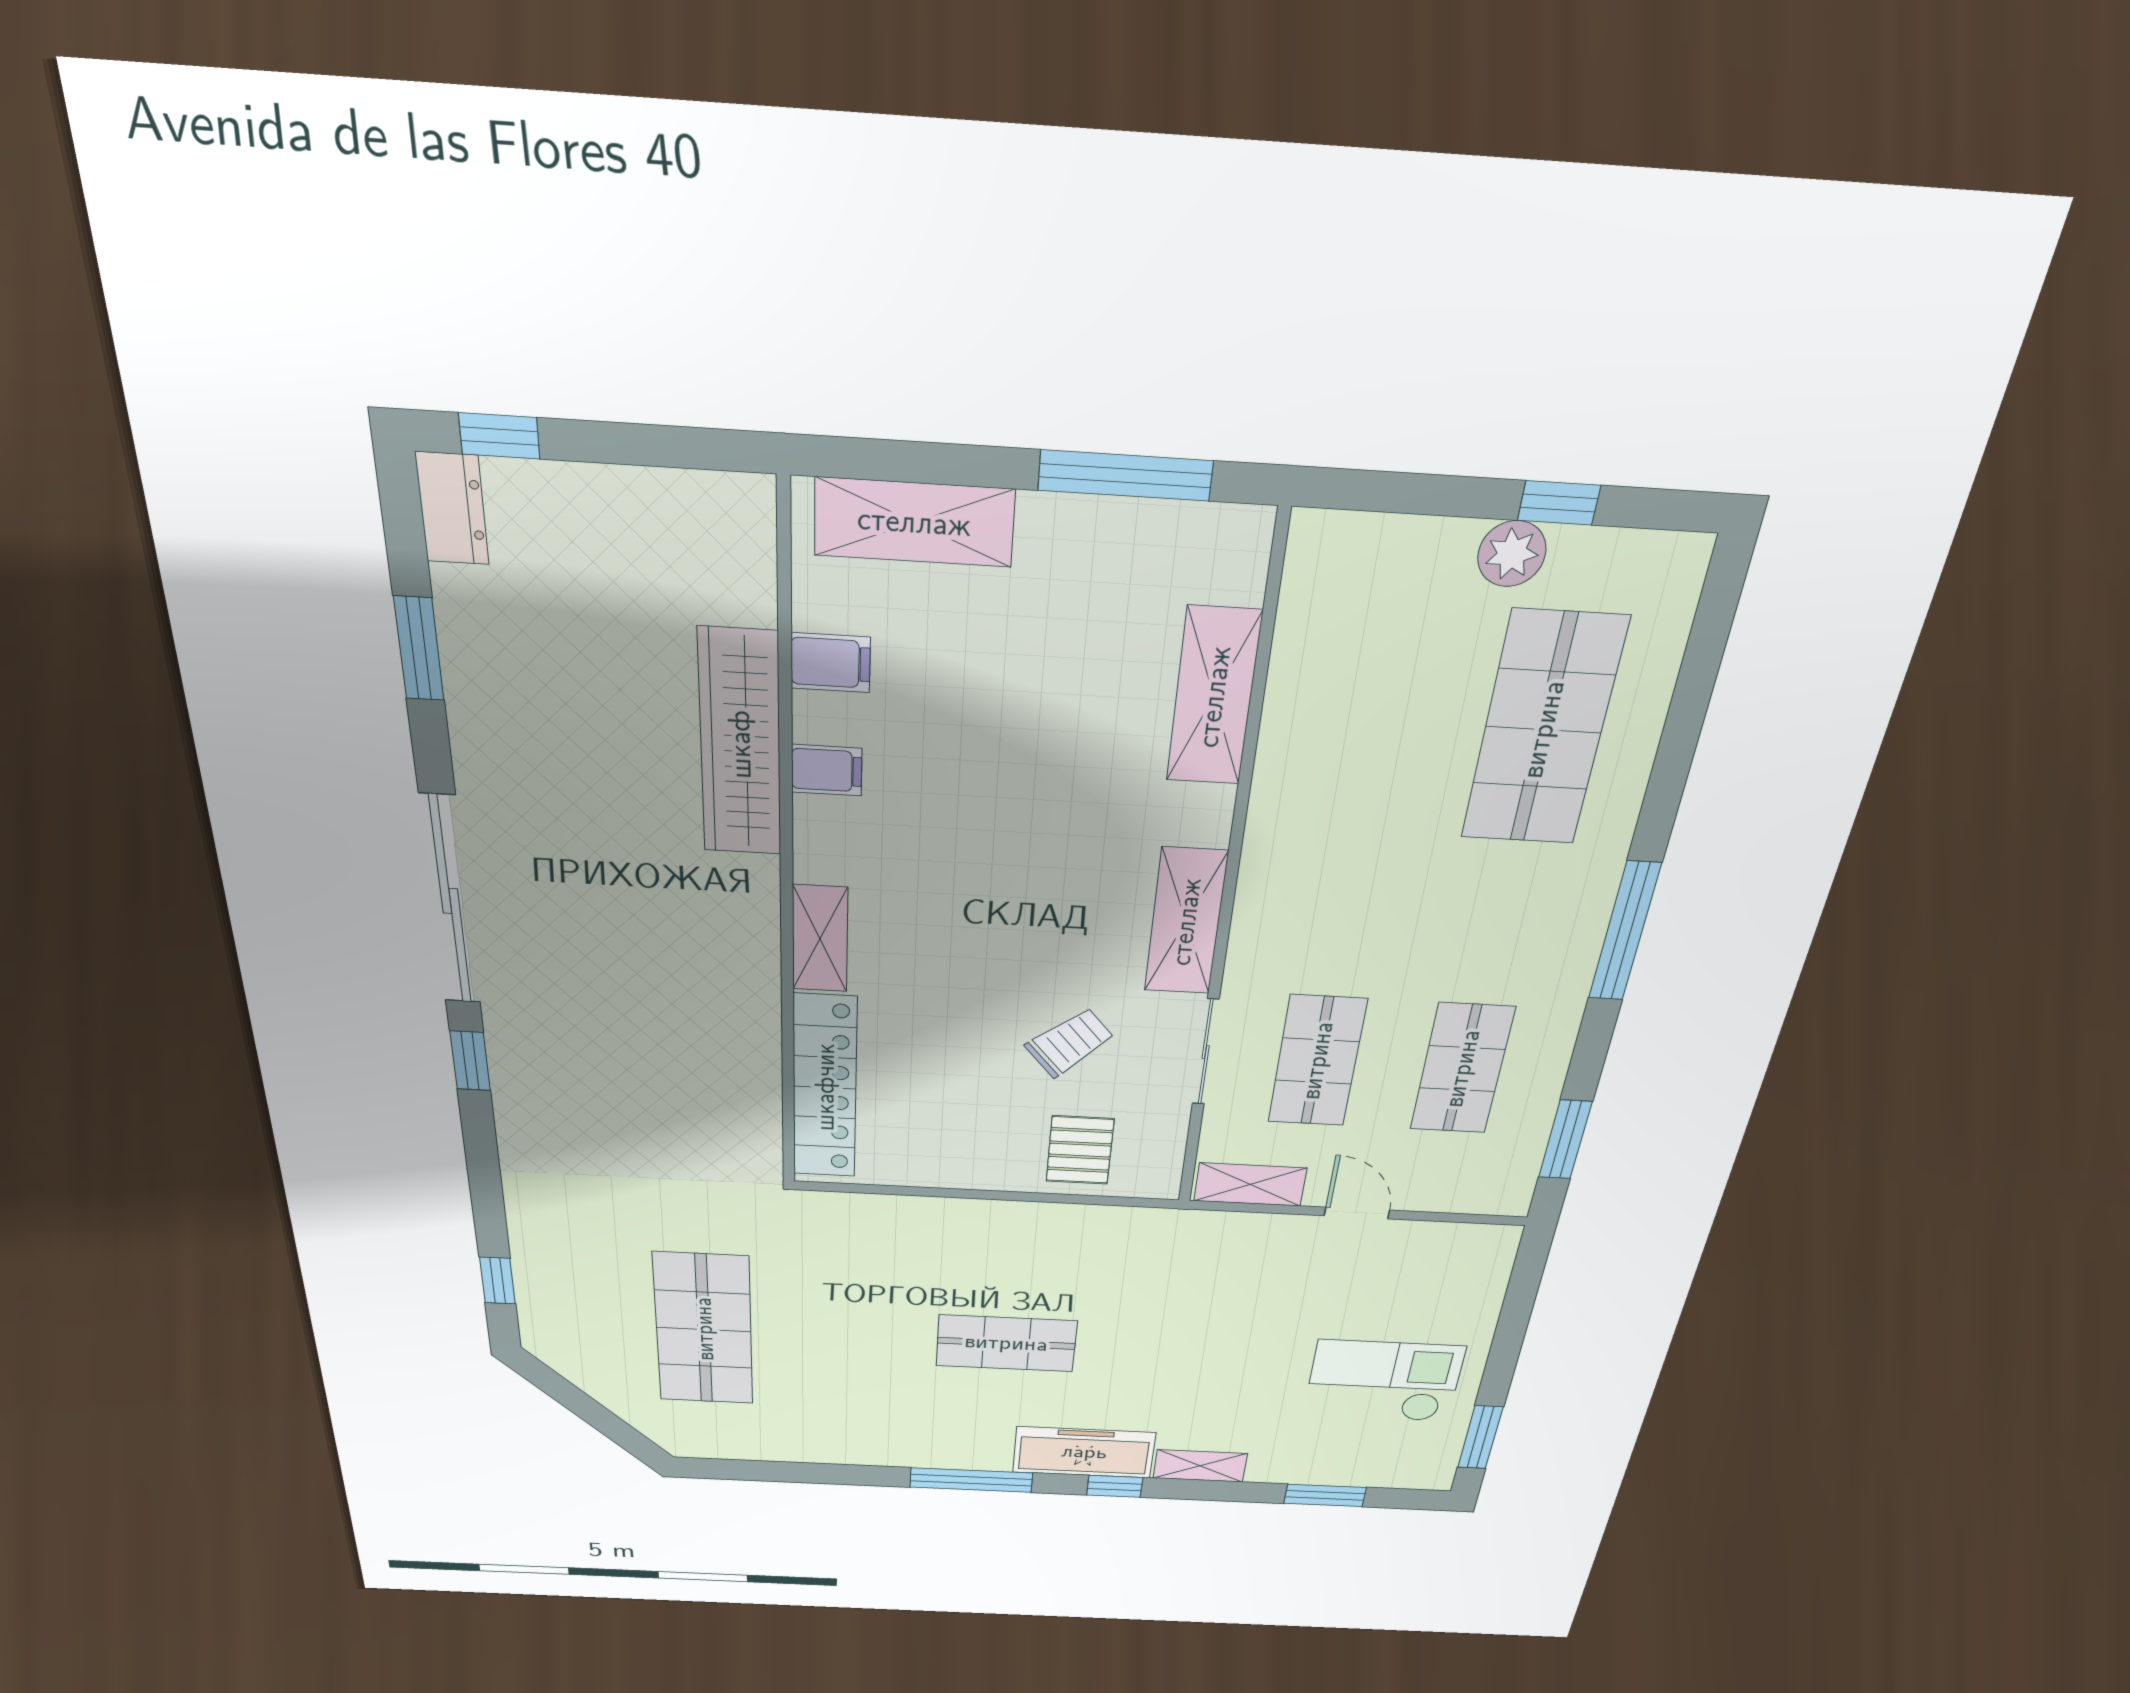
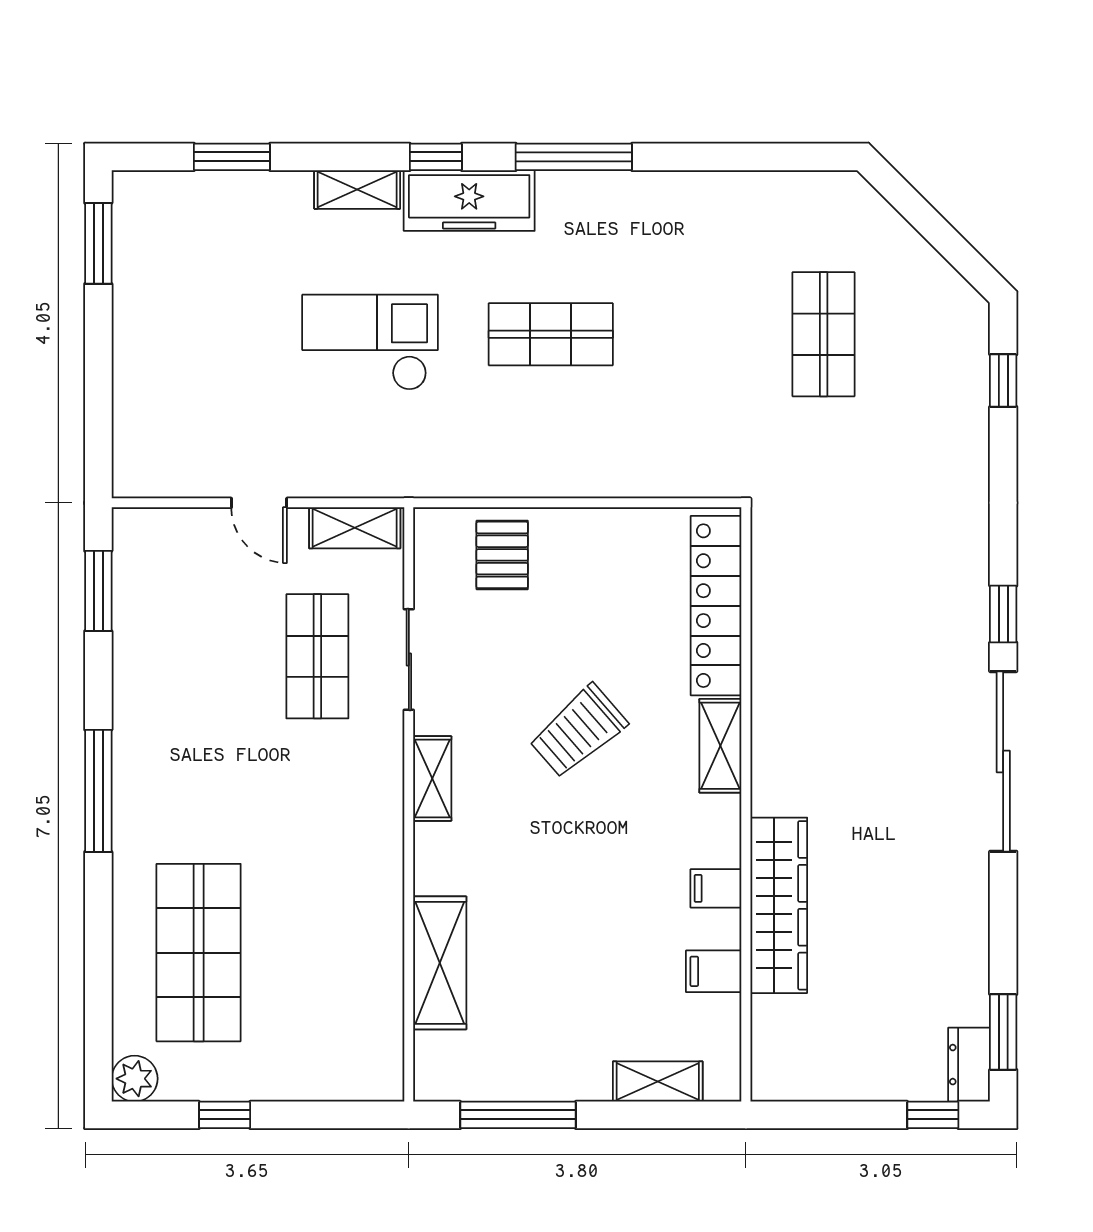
shelving: (914, 522) -> (658, 1081), width x0.67, depth x0.75
plant: (1512, 554) -> (135, 1079), moved
window: (419, 649) -> (1003, 1032), moved
shelving: (1186, 922) -> (432, 779), width x0.67, depth x0.75
trolley: (1070, 1043) -> (578, 731), moved, width x1.36, depth x1.39
shop shelf: (1462, 1069) -> (199, 656), removed
shop shelf: (704, 1329) -> (824, 334), width x0.70, depth x0.74
checkout: (1384, 1381) -> (370, 342), moved, turned 180

